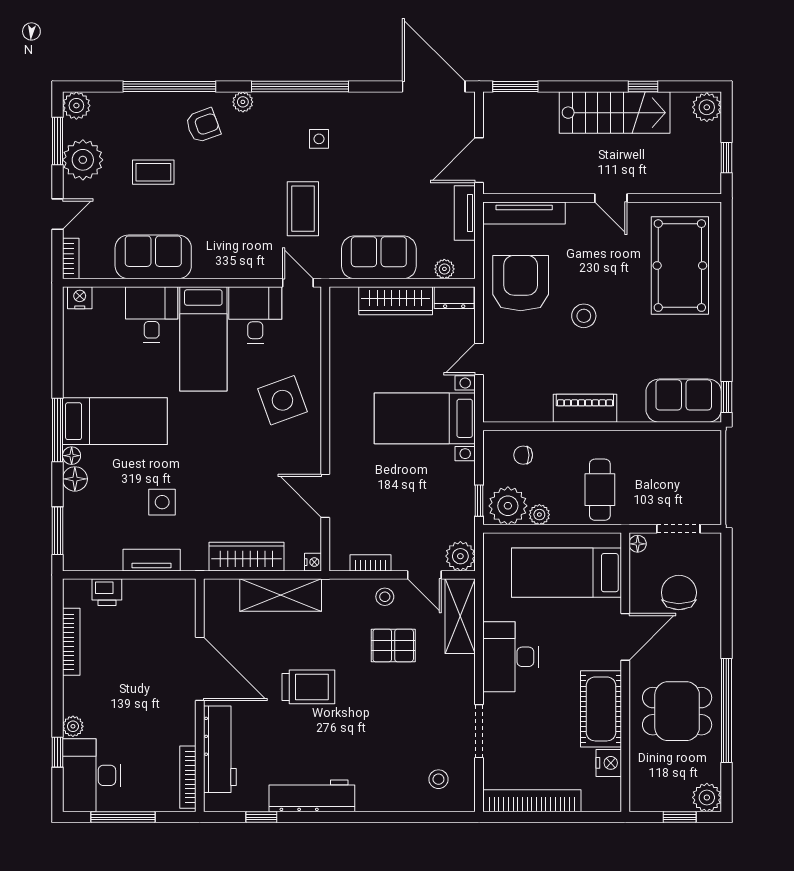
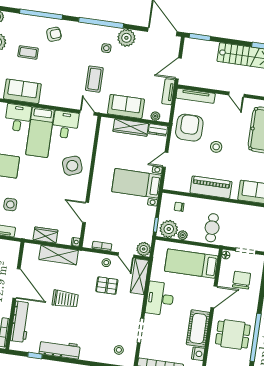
plant: (243, 102) -> (126, 38), moved, width x1.87, depth x1.87
piano: (585, 408) -> (211, 187), width x1.37, depth x1.33
wardrobe: (247, 557) -> (45, 235), width x0.67

